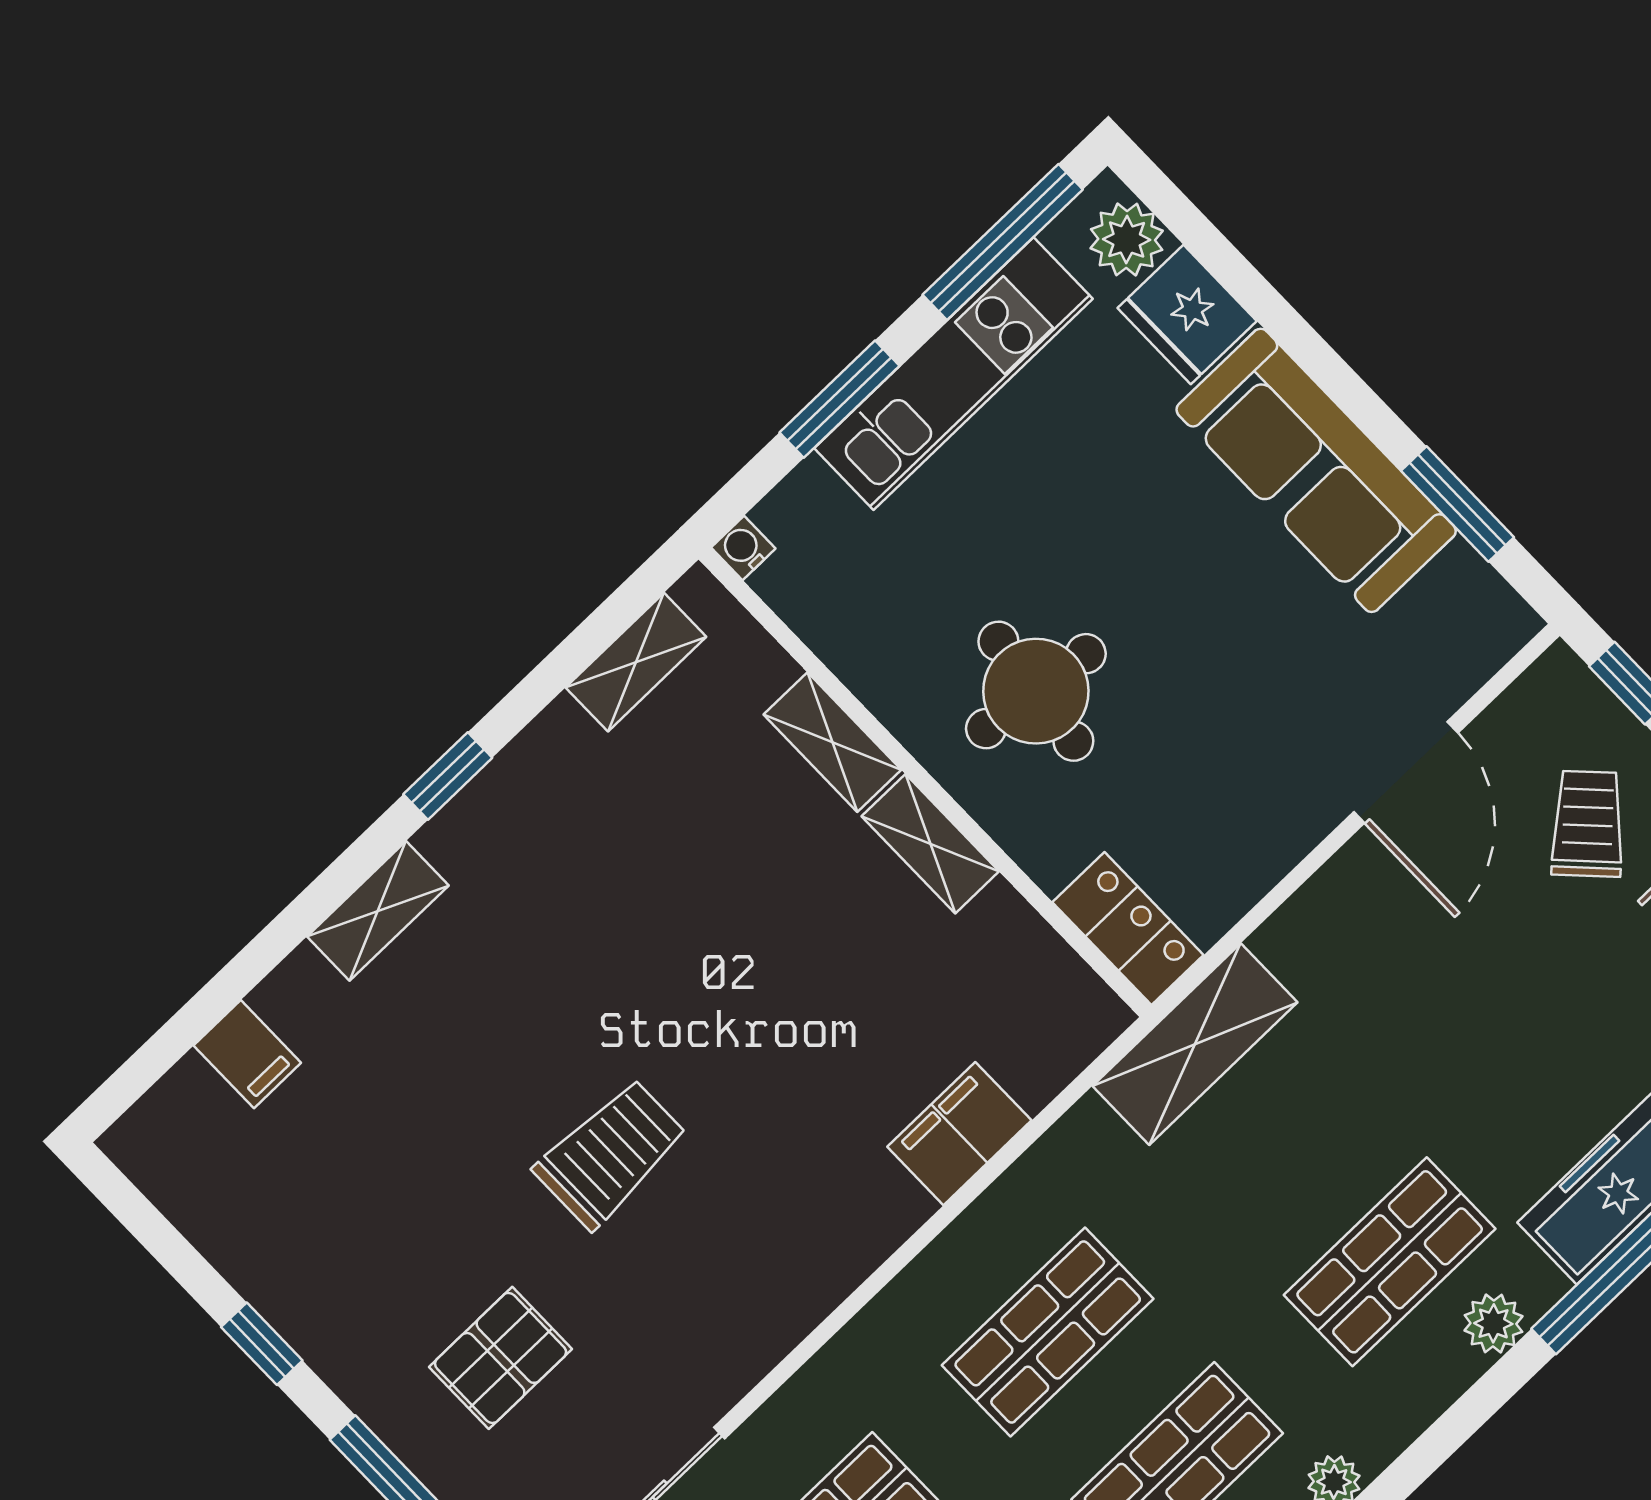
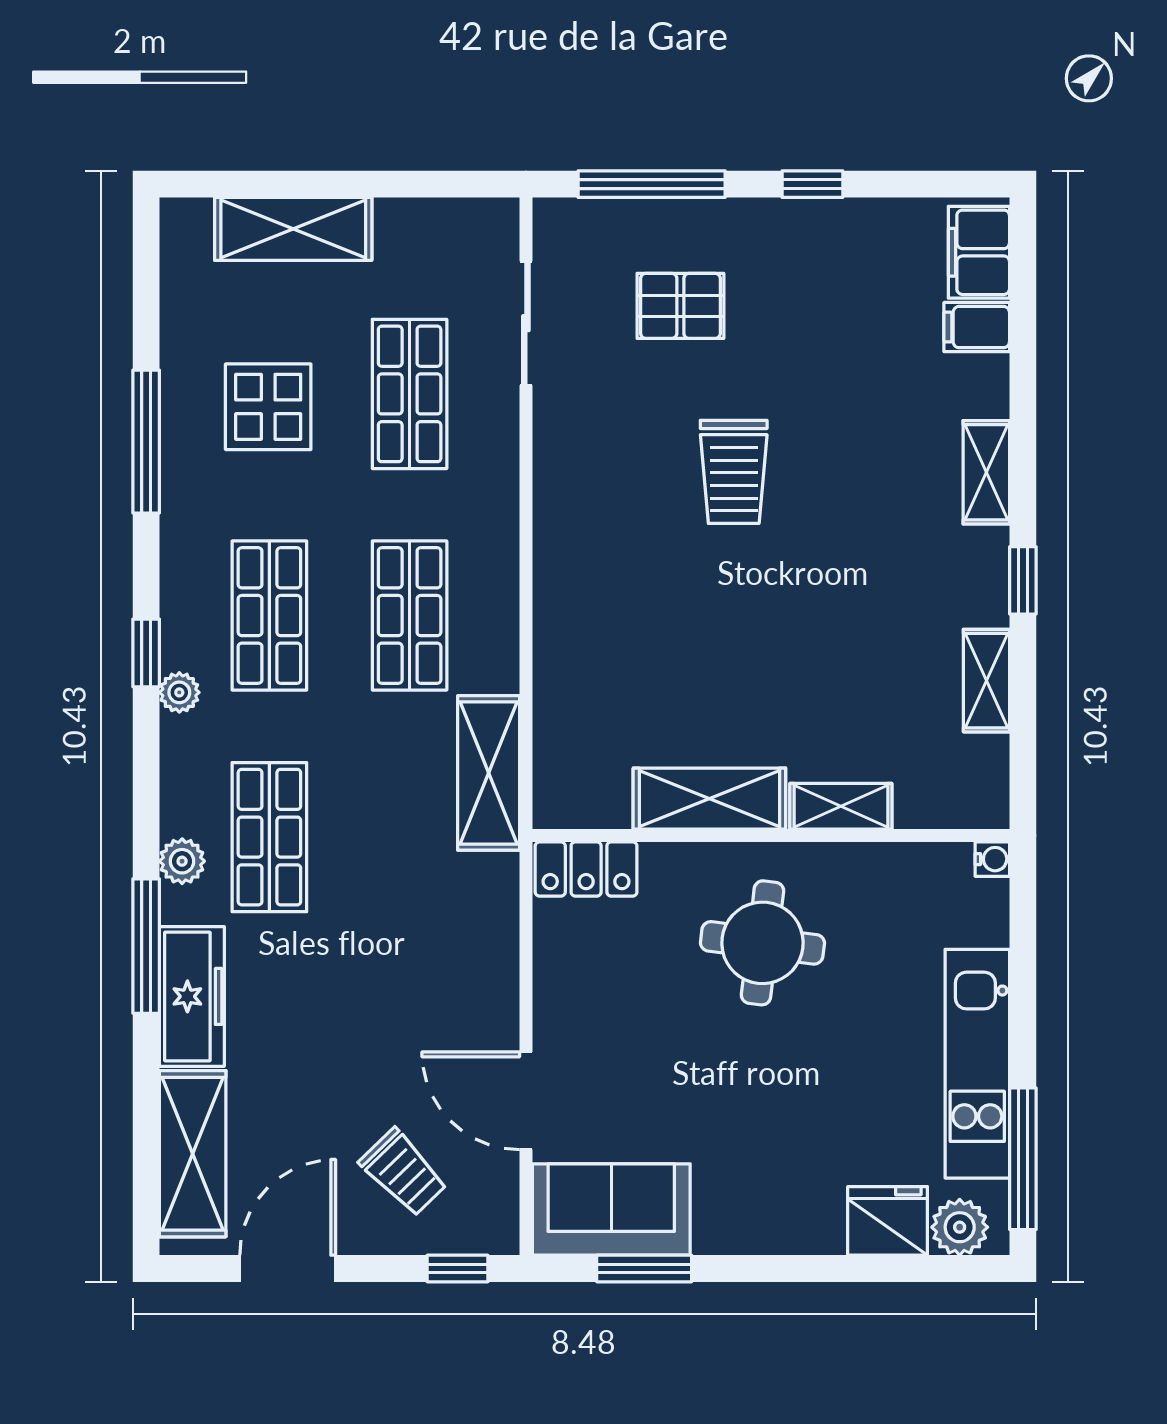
window: (839, 399) -> (1023, 989), removed
sofa: (1316, 470) -> (611, 1210), moved, width x0.73
shelving: (636, 662) -> (986, 681), moved
shelving: (930, 844) -> (709, 799), width x1.50, depth x1.33
shelving: (1195, 1044) -> (489, 773), moved
filing cabinet: (959, 1134) -> (979, 252), moved, turned 180
pallet: (501, 1358) -> (680, 306), turned 90

